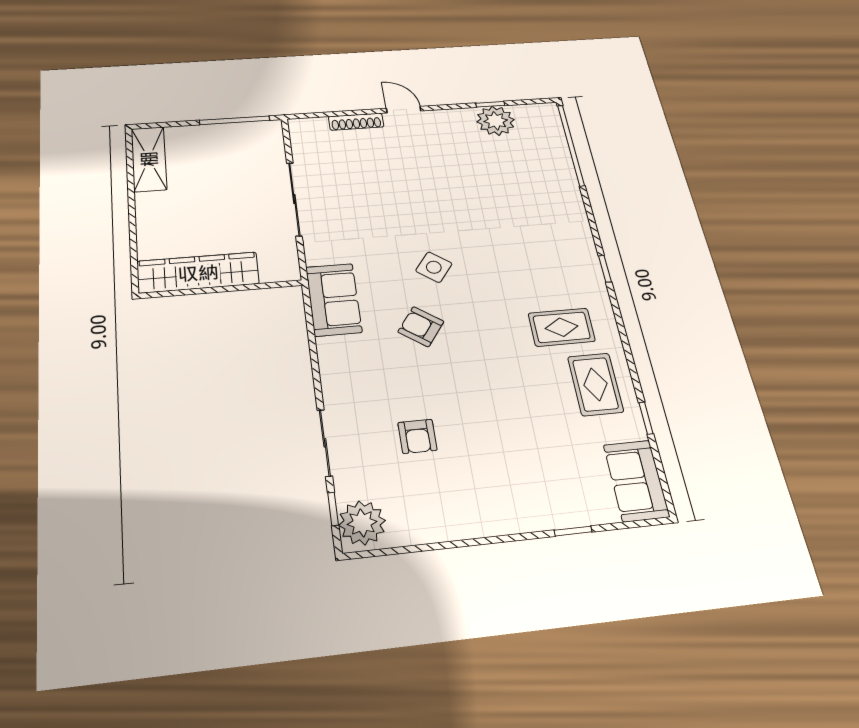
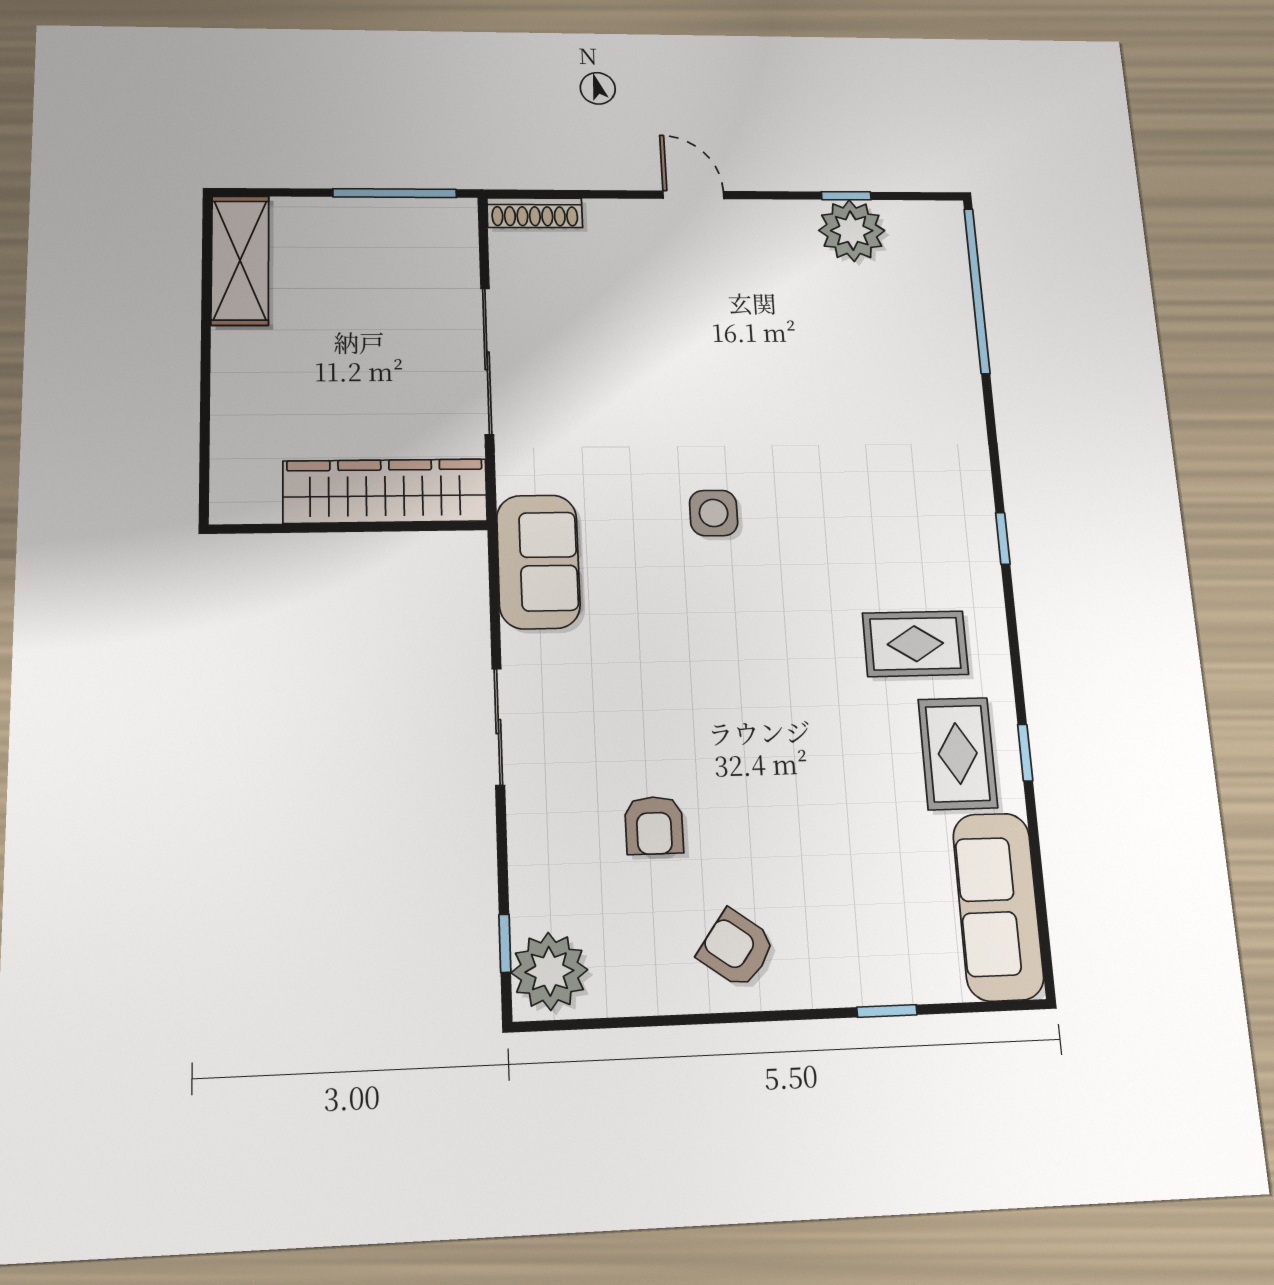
shoe rack: (356, 122) -> (535, 213), moved
side table: (434, 267) -> (714, 513), turned -37
wardrobe: (198, 273) -> (385, 491), moved
armchair: (421, 327) -> (736, 948), moved
window: (646, 418) -> (1025, 753), moved
sliding door: (325, 443) -> (498, 727), moved
sofa: (636, 481) -> (998, 906), width x1.36

